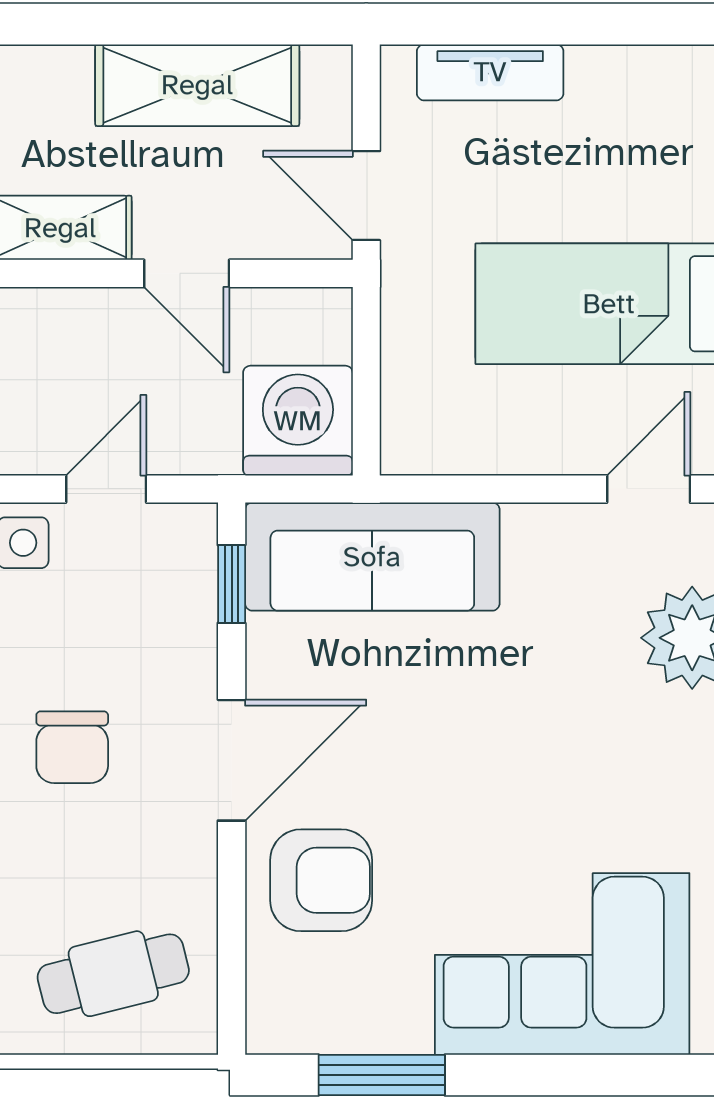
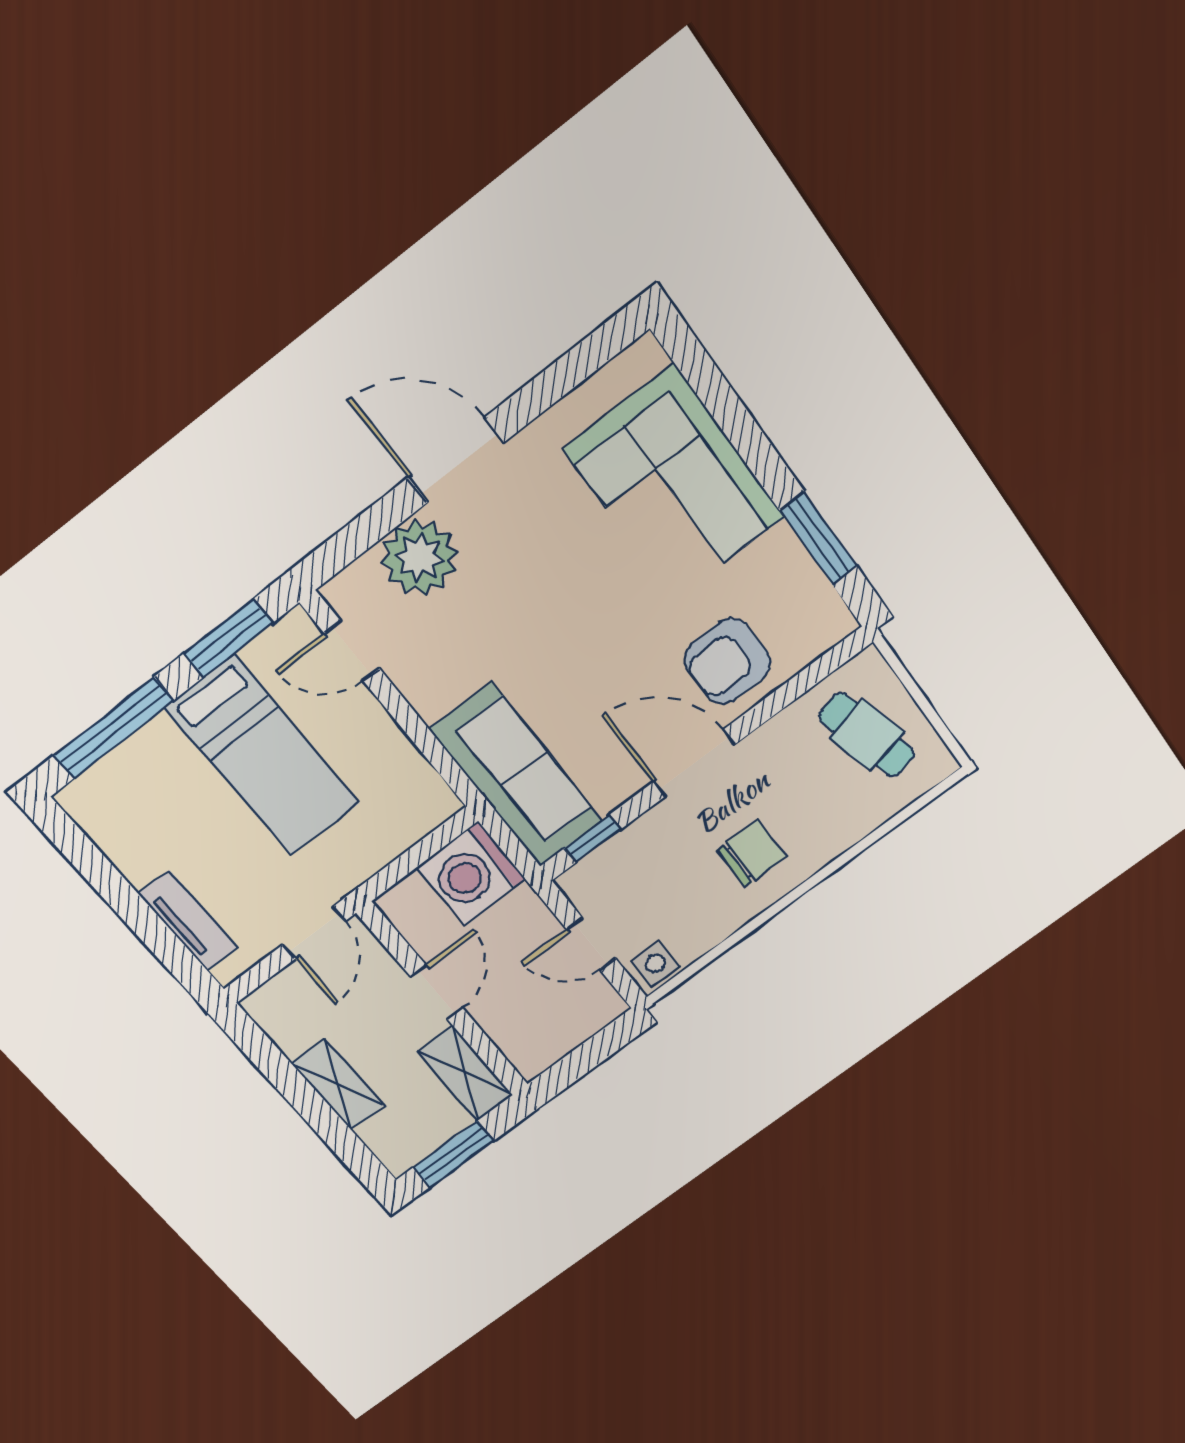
shelving: (197, 85) -> (338, 1085), width x0.67, depth x0.75
armchair: (321, 880) -> (727, 661), turned -90

